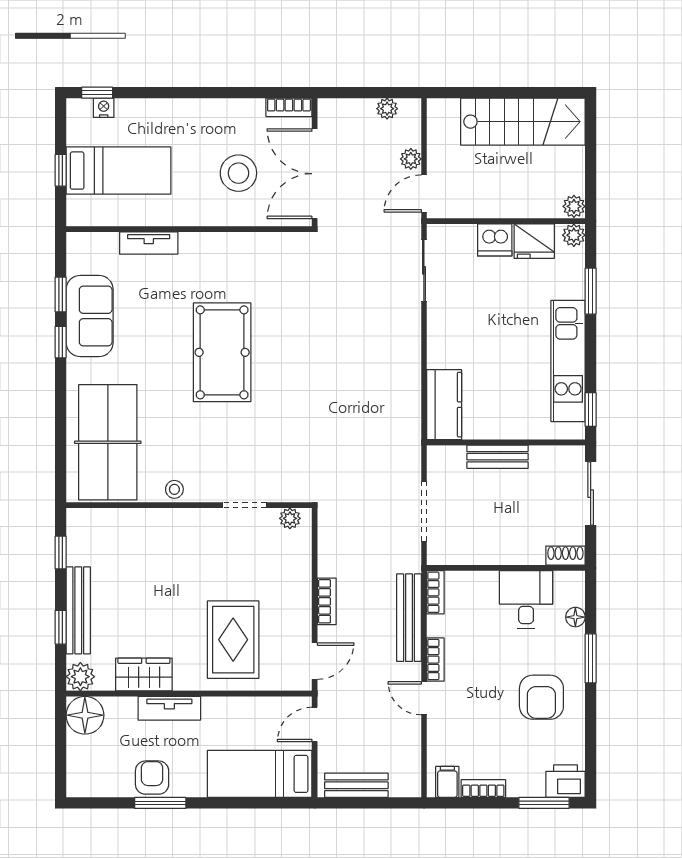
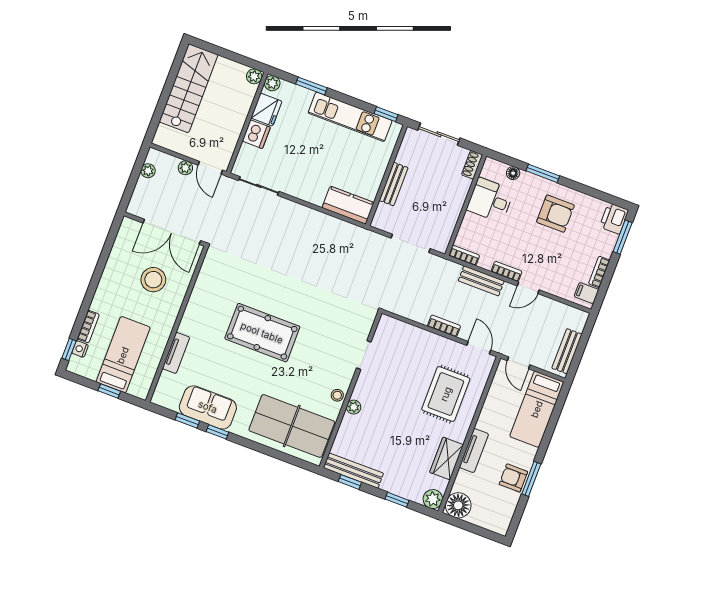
bookcase: (289, 107) -> (88, 327), moved
plant: (290, 518) -> (354, 407), moved
bench: (78, 610) -> (353, 471), moved
bench: (409, 618) -> (481, 281), width x0.73
rug: (233, 640) -> (446, 394), turned 90

